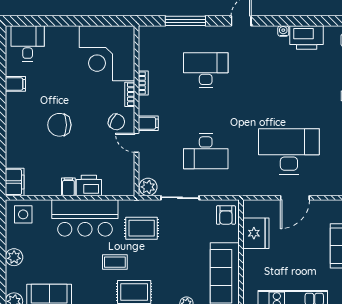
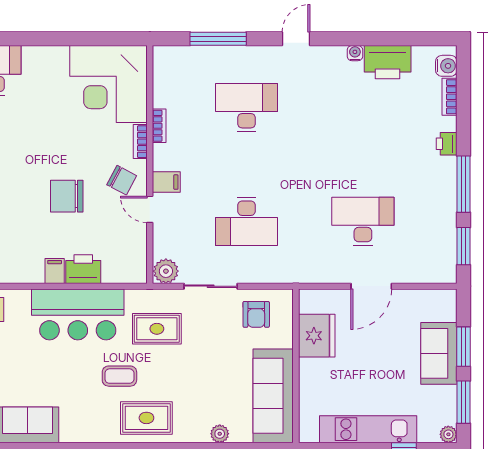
chair: (59, 125) -> (67, 196), moved
desk: (289, 151) -> (363, 221), width x0.73, depth x0.77
armchair: (226, 215) -> (256, 314), moved

